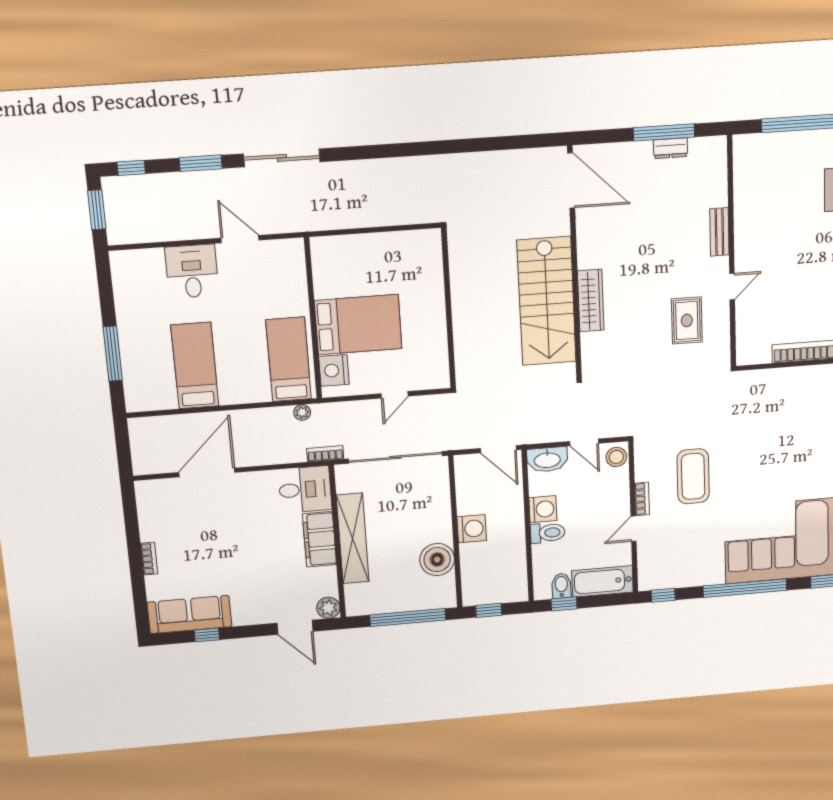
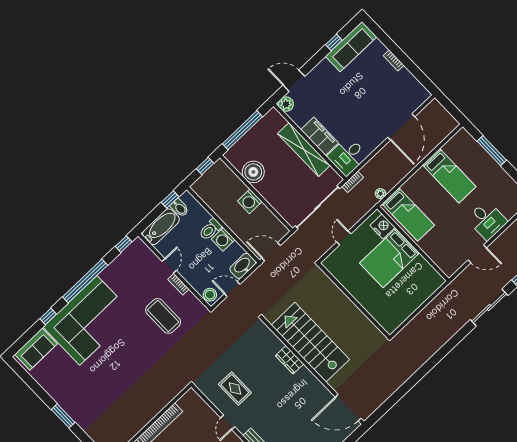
wardrobe: (591, 301) -> (290, 360), width x0.67

